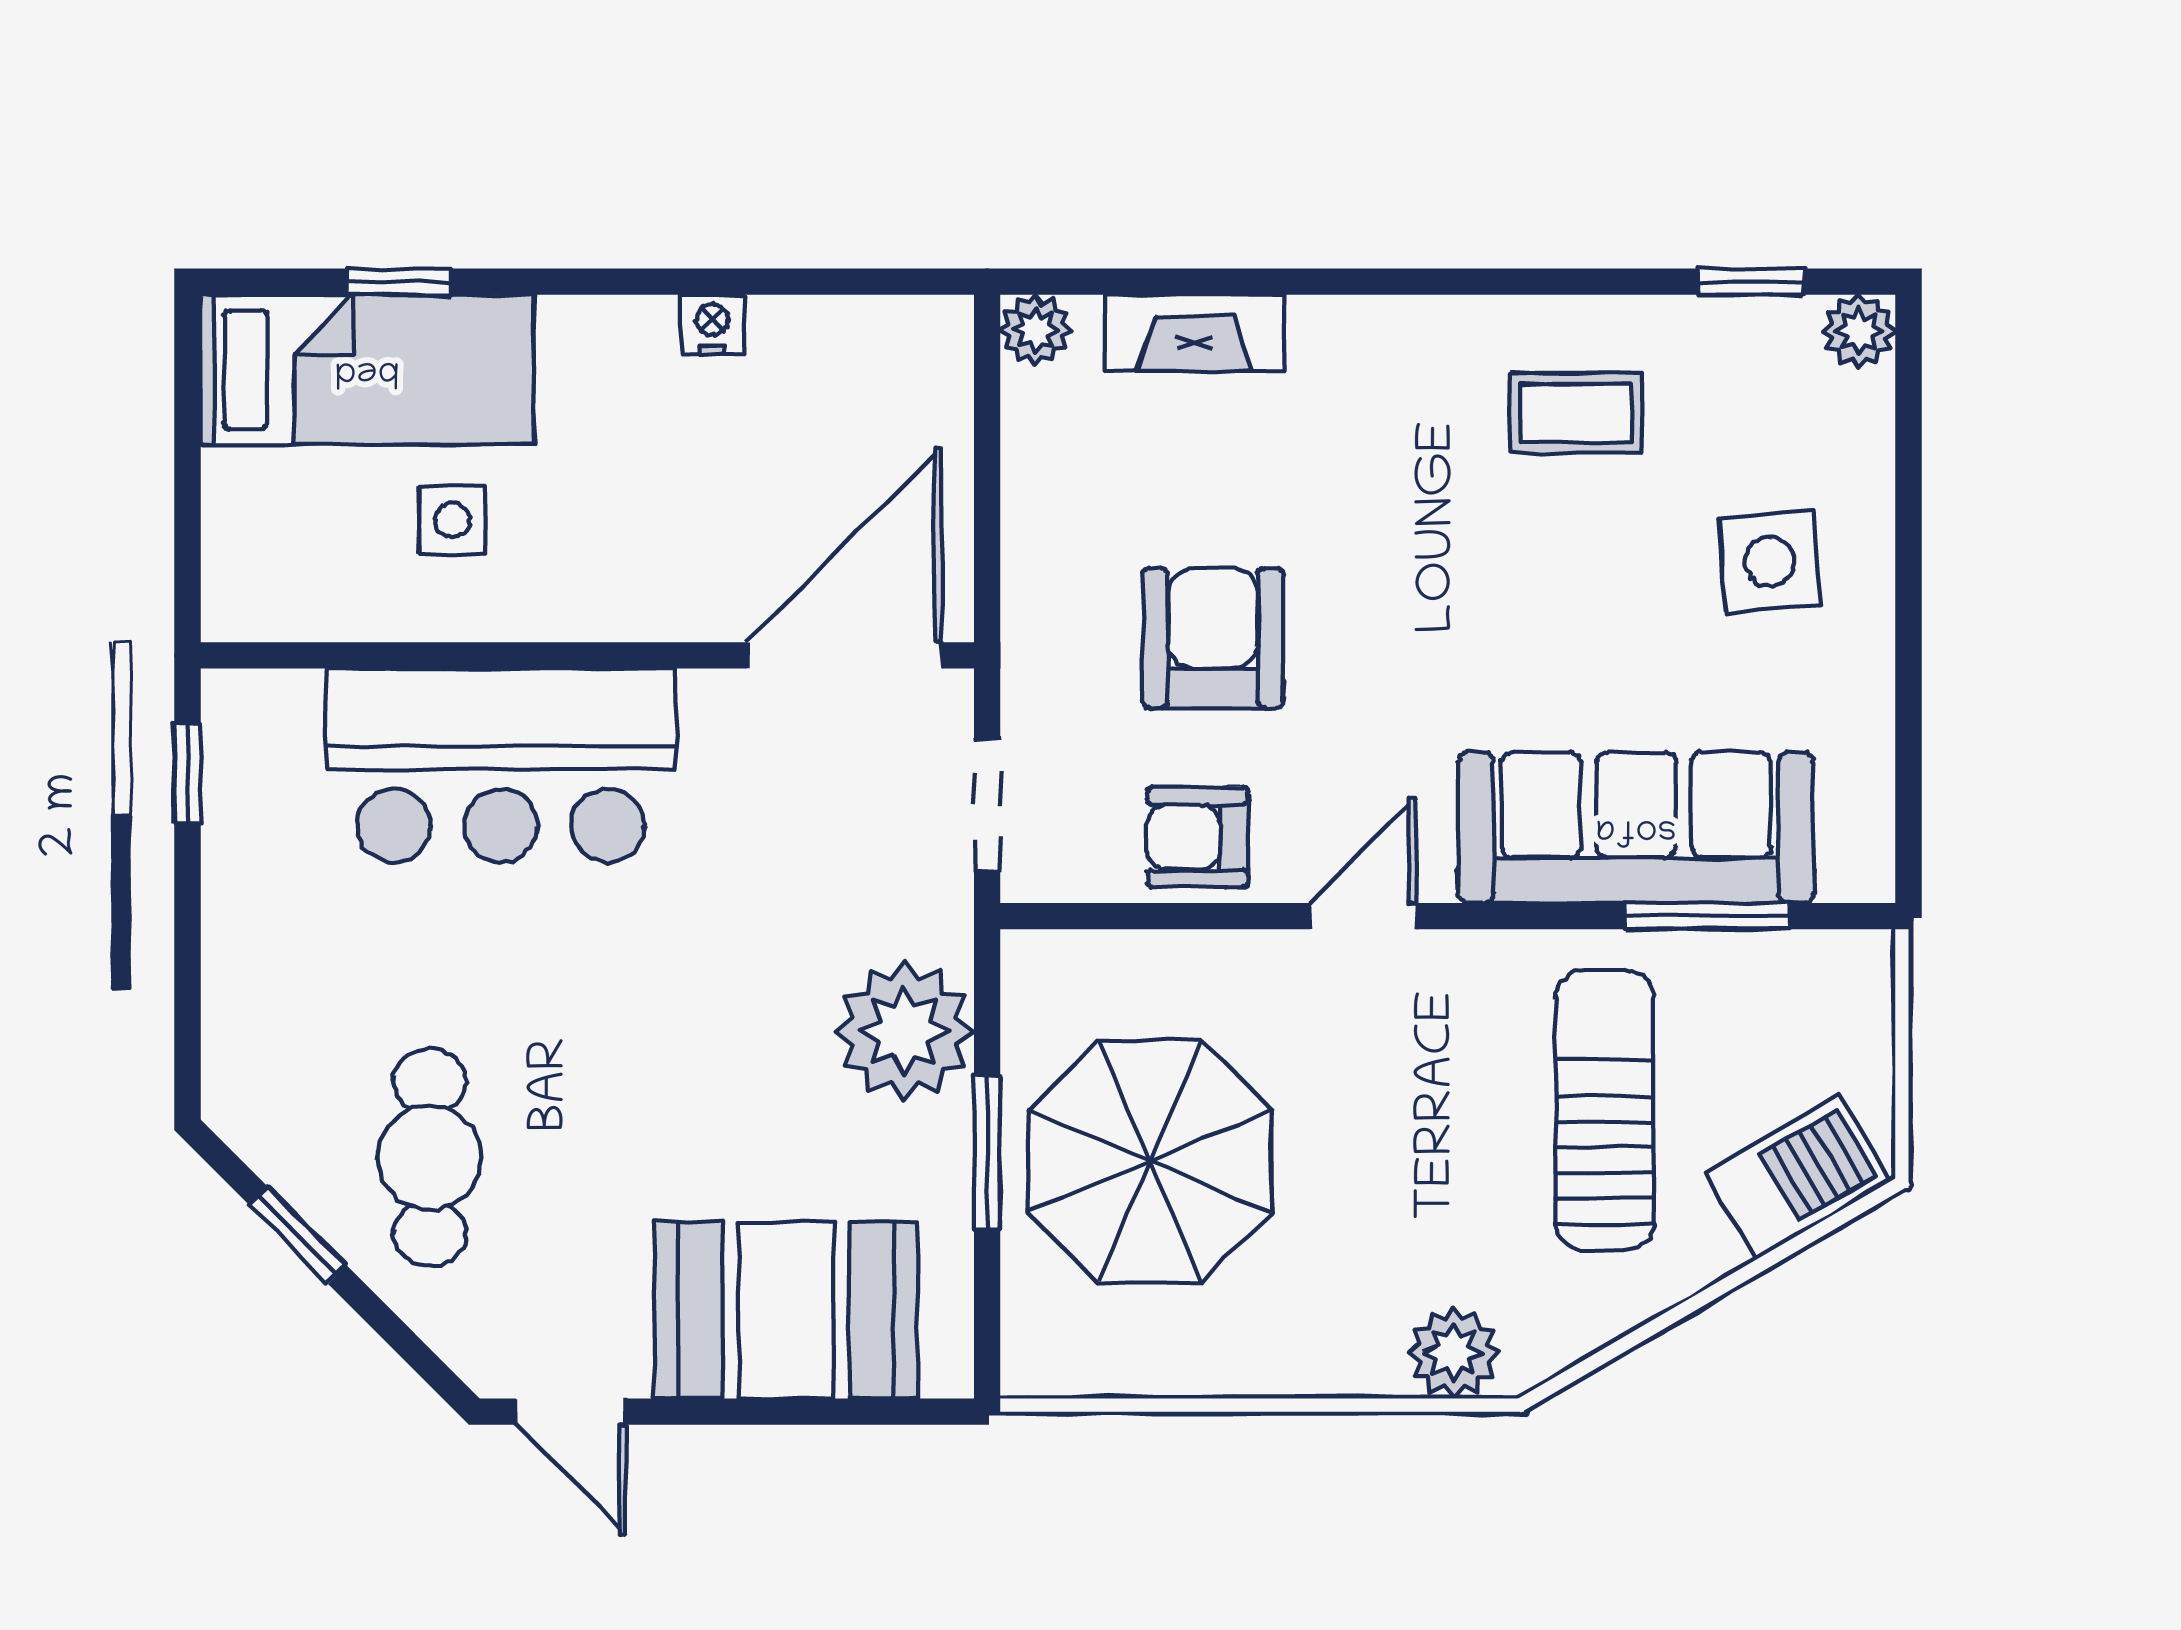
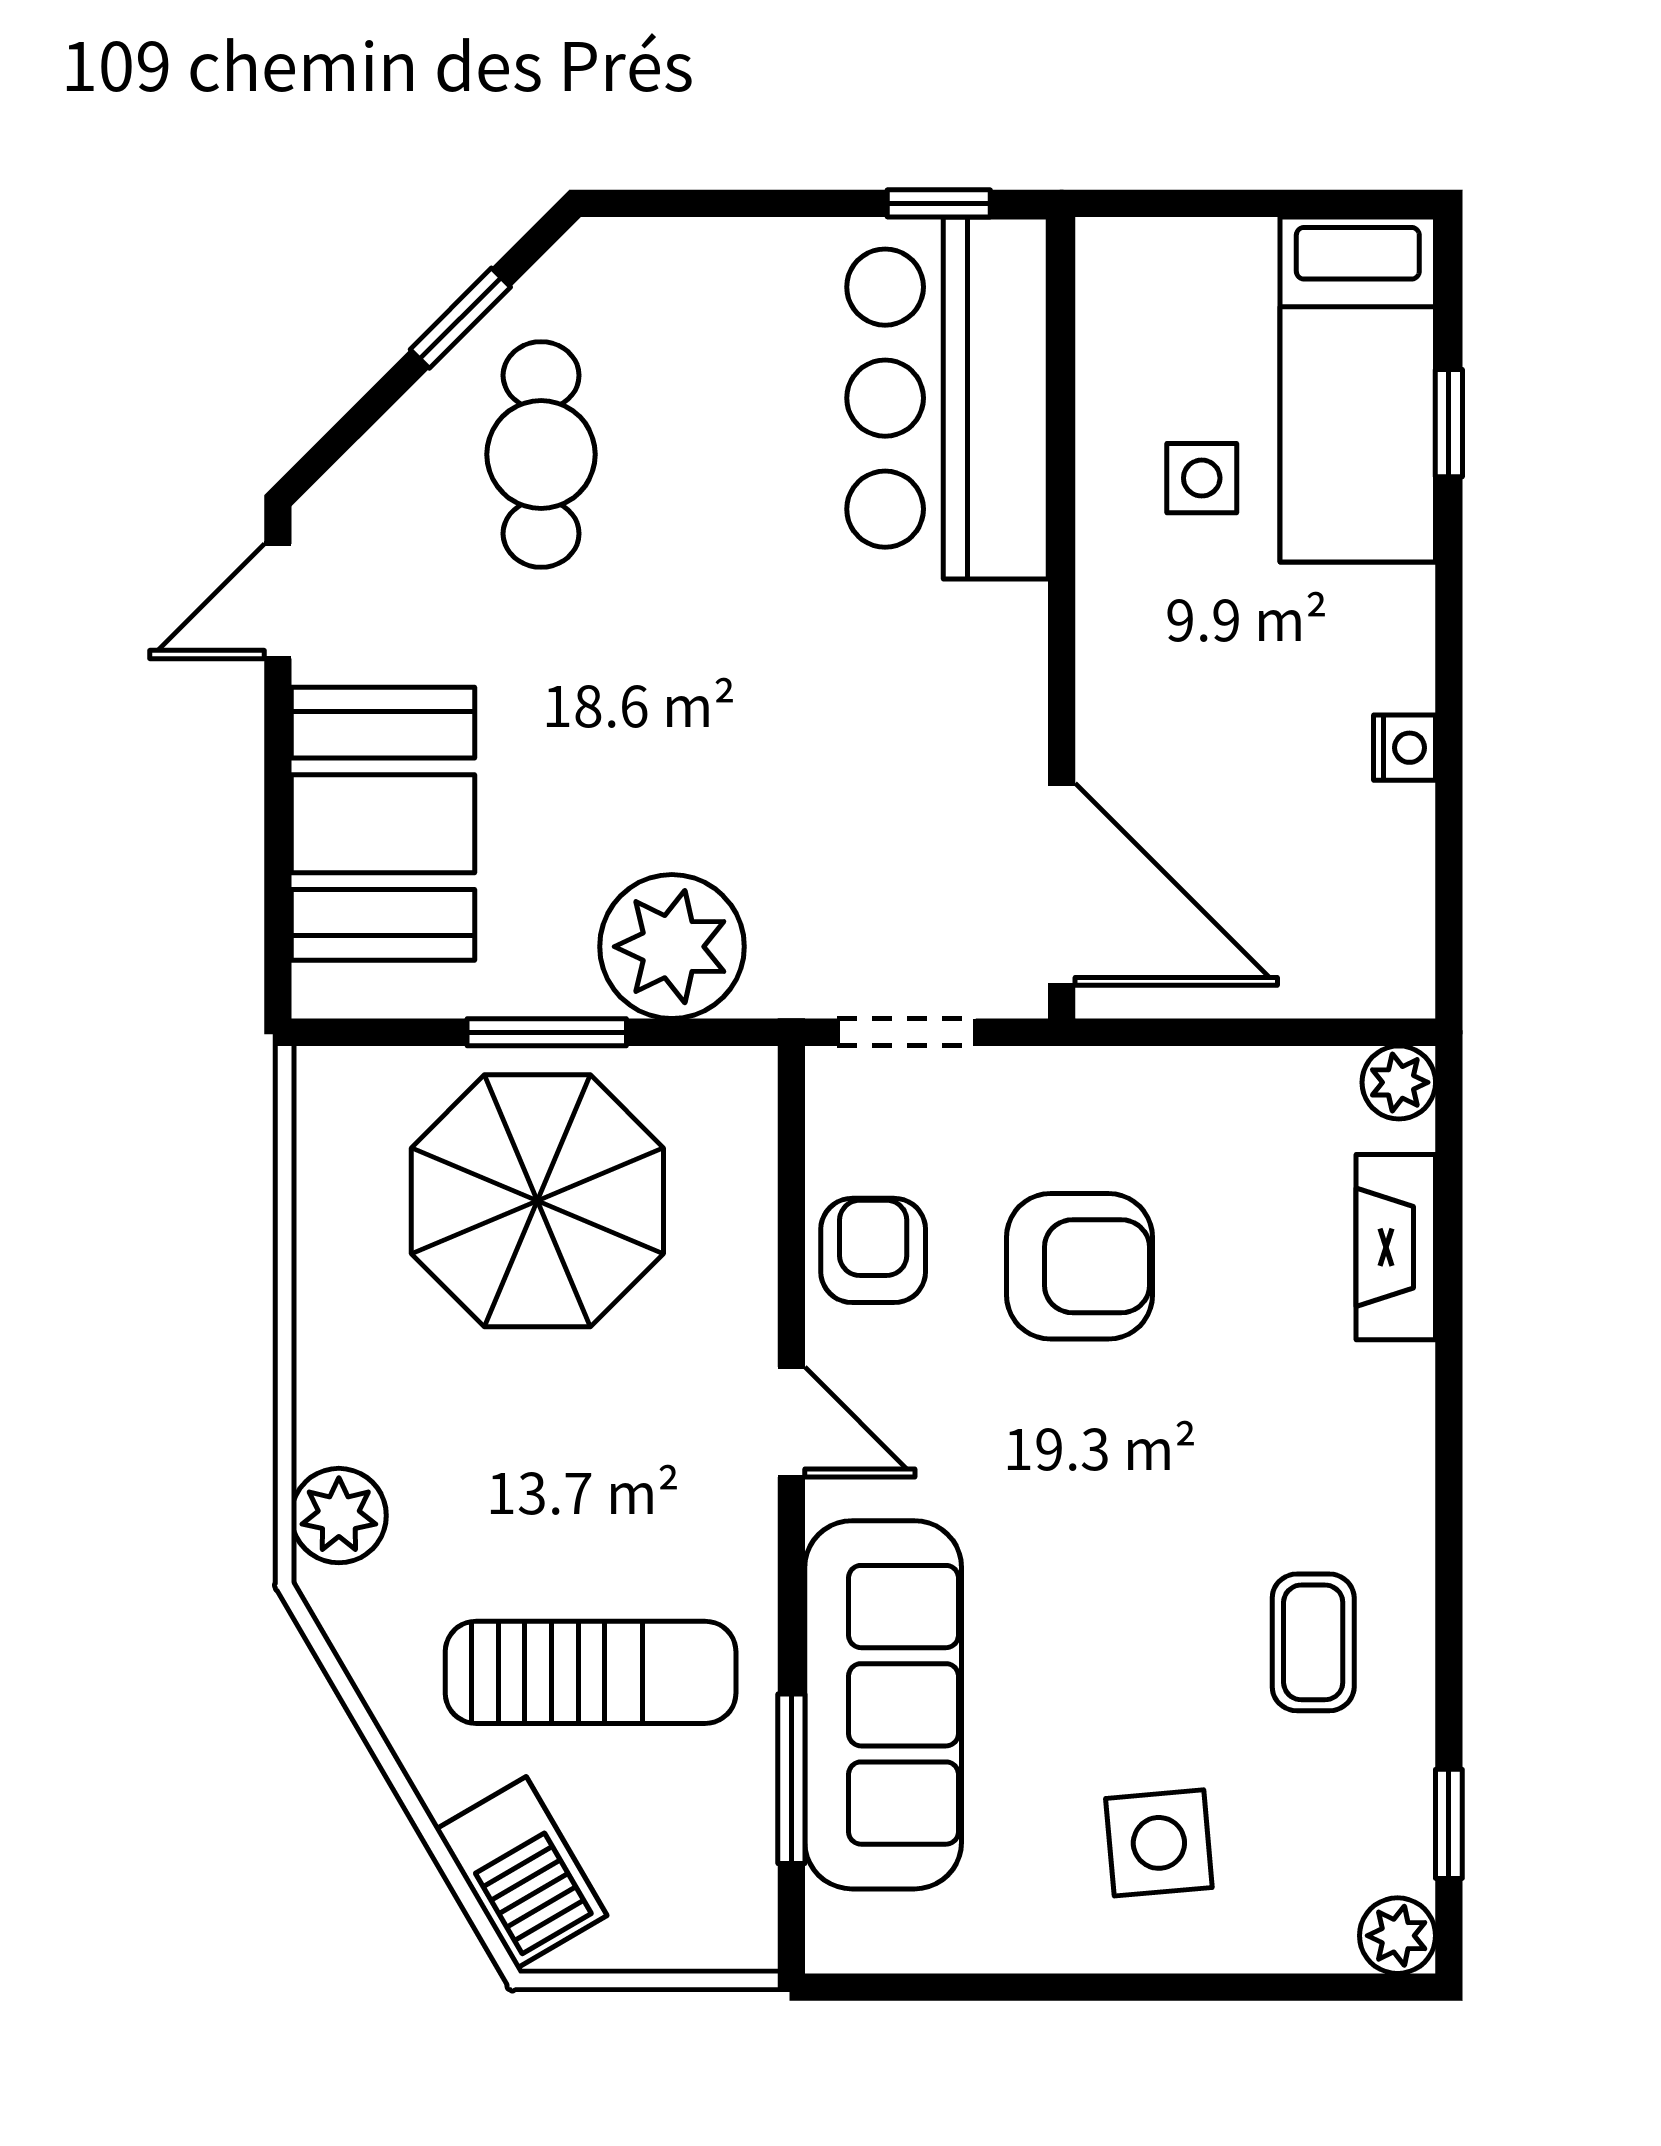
bar counter: (501, 765) -> (947, 398), moved
cafe table: (430, 1158) -> (541, 454), turned 90

